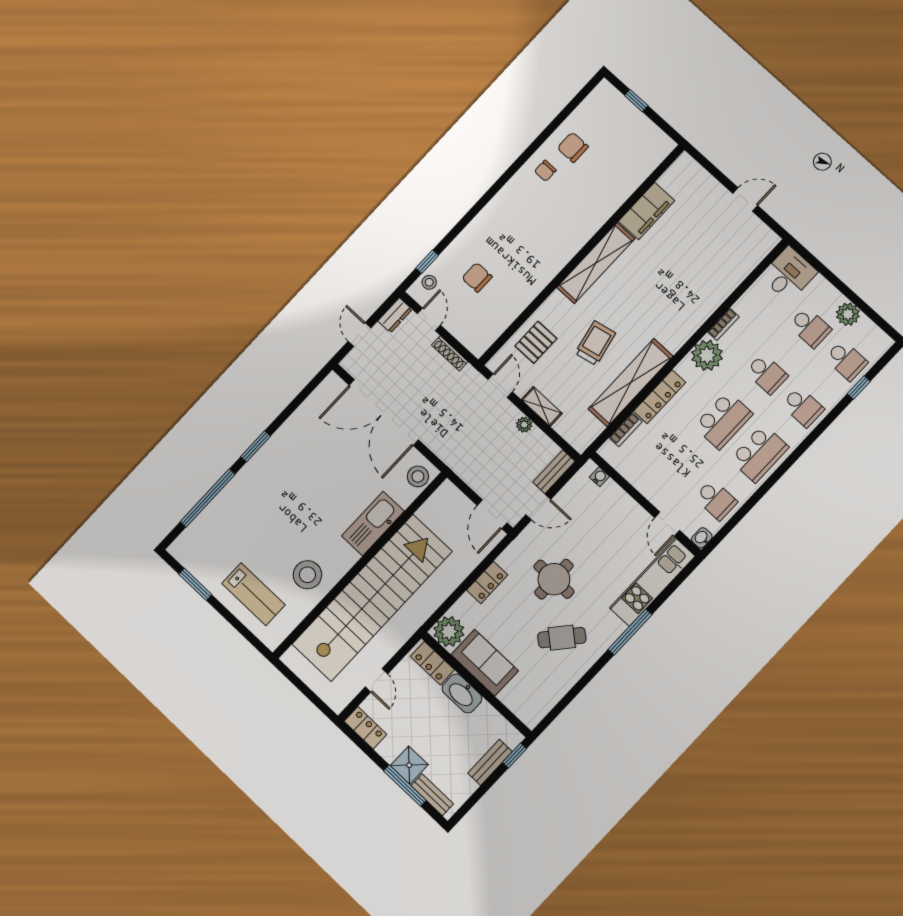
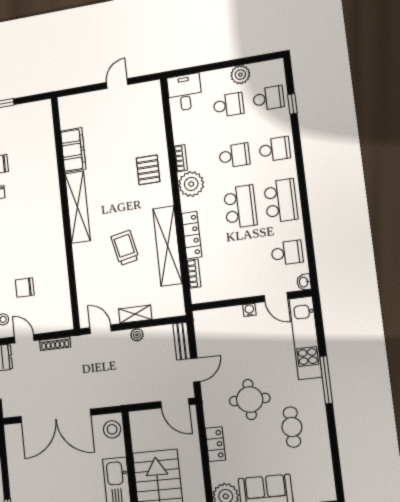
pallet: (536, 342) -> (148, 170), moved
water cooler: (599, 477) -> (249, 310), moved
cafe table: (562, 638) -> (292, 427), turned -40

